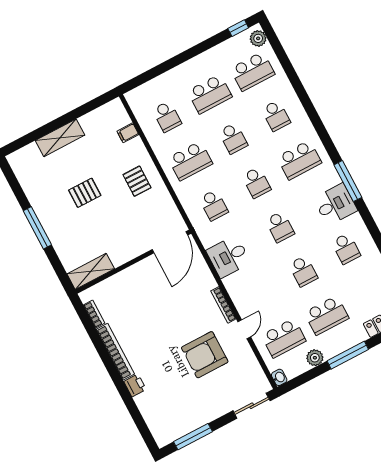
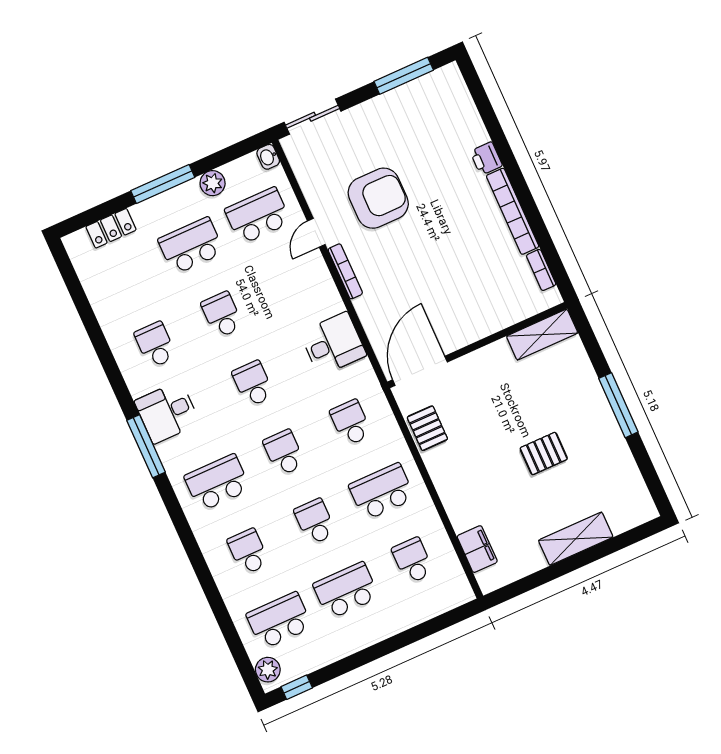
filing cabinet: (128, 133) -> (477, 549), width x2.00
pallet: (137, 181) -> (427, 428), moved

